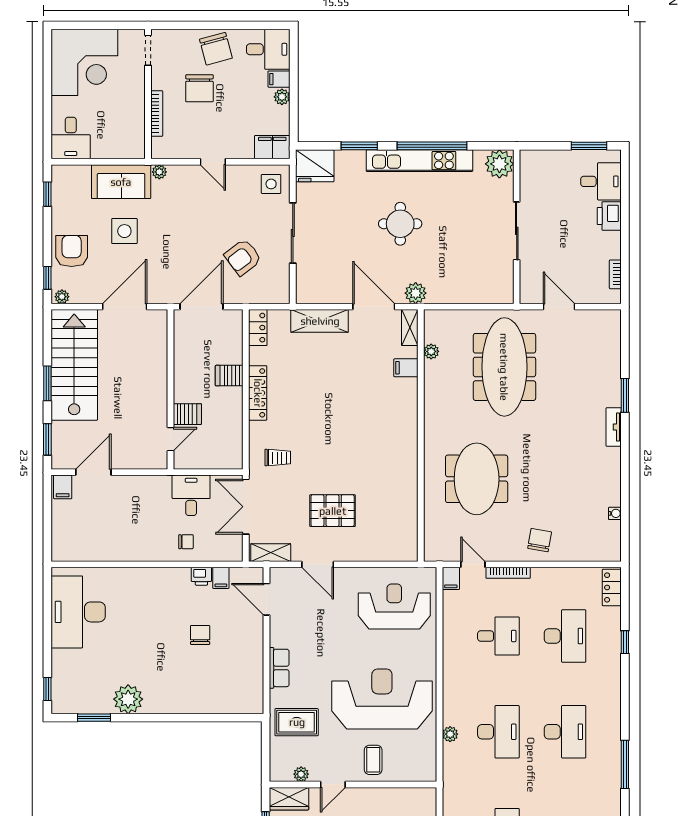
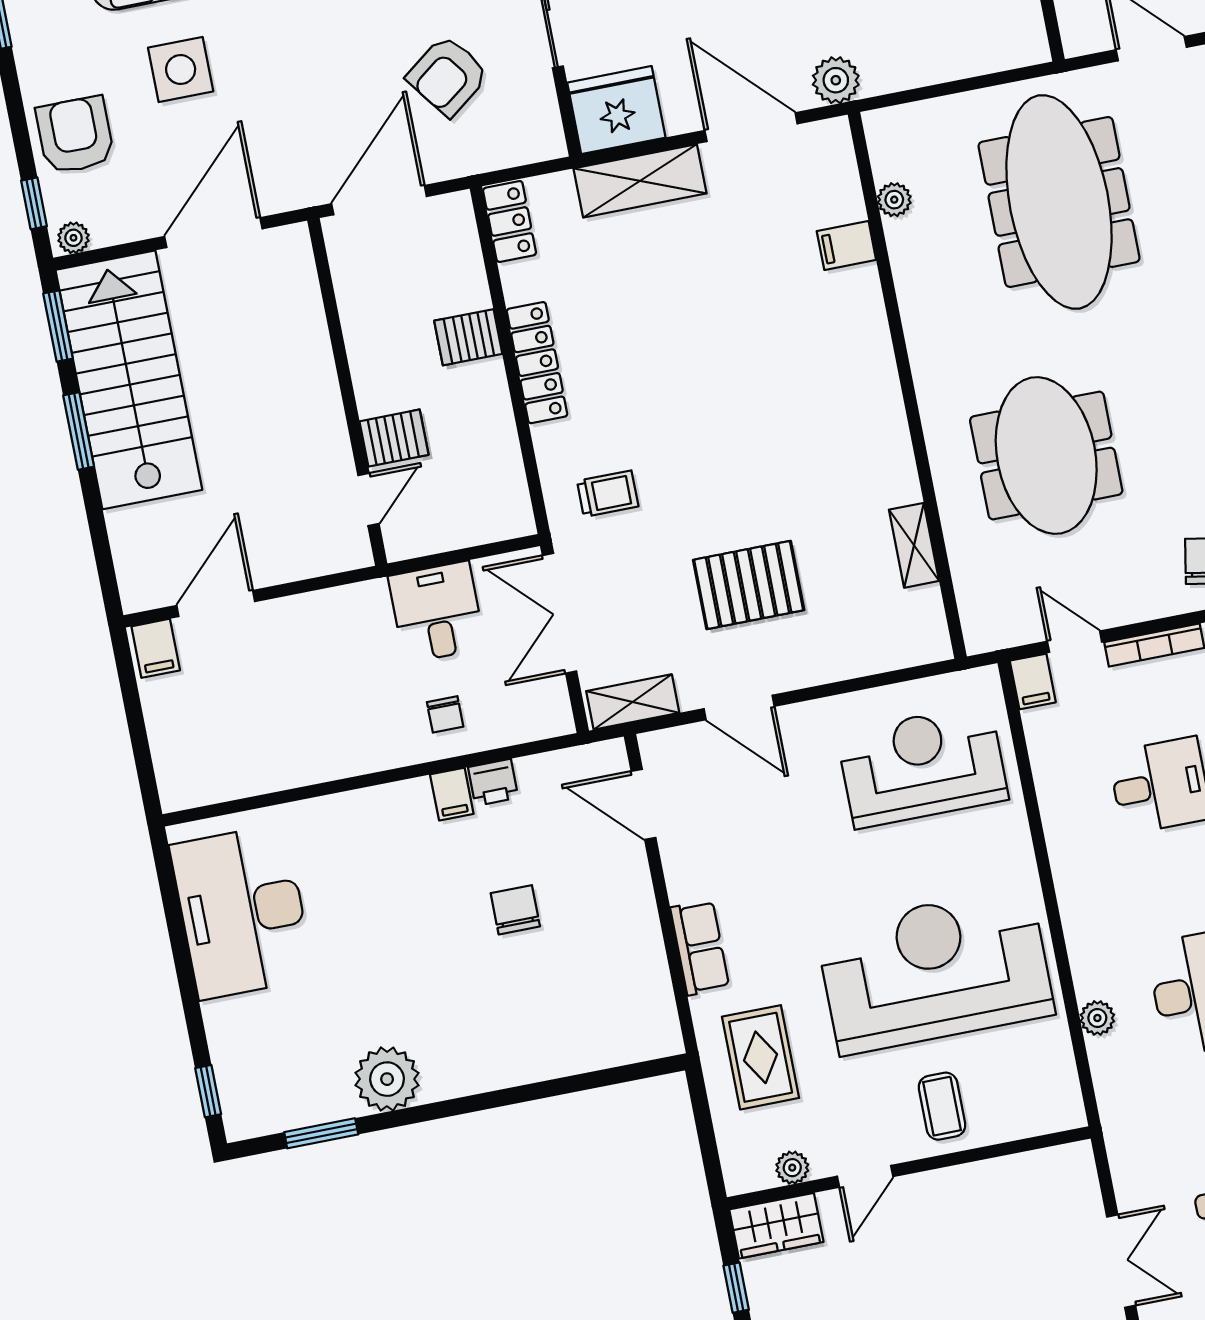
fridge: (315, 287) -> (616, 110), added
shelving: (410, 328) -> (914, 545), moved
window: (47, 439) -> (58, 326), moved
chair: (186, 542) -> (445, 714), turned 90
filing cabinet: (221, 578) -> (452, 794), moved
rug: (297, 722) -> (761, 1057), turned 90

